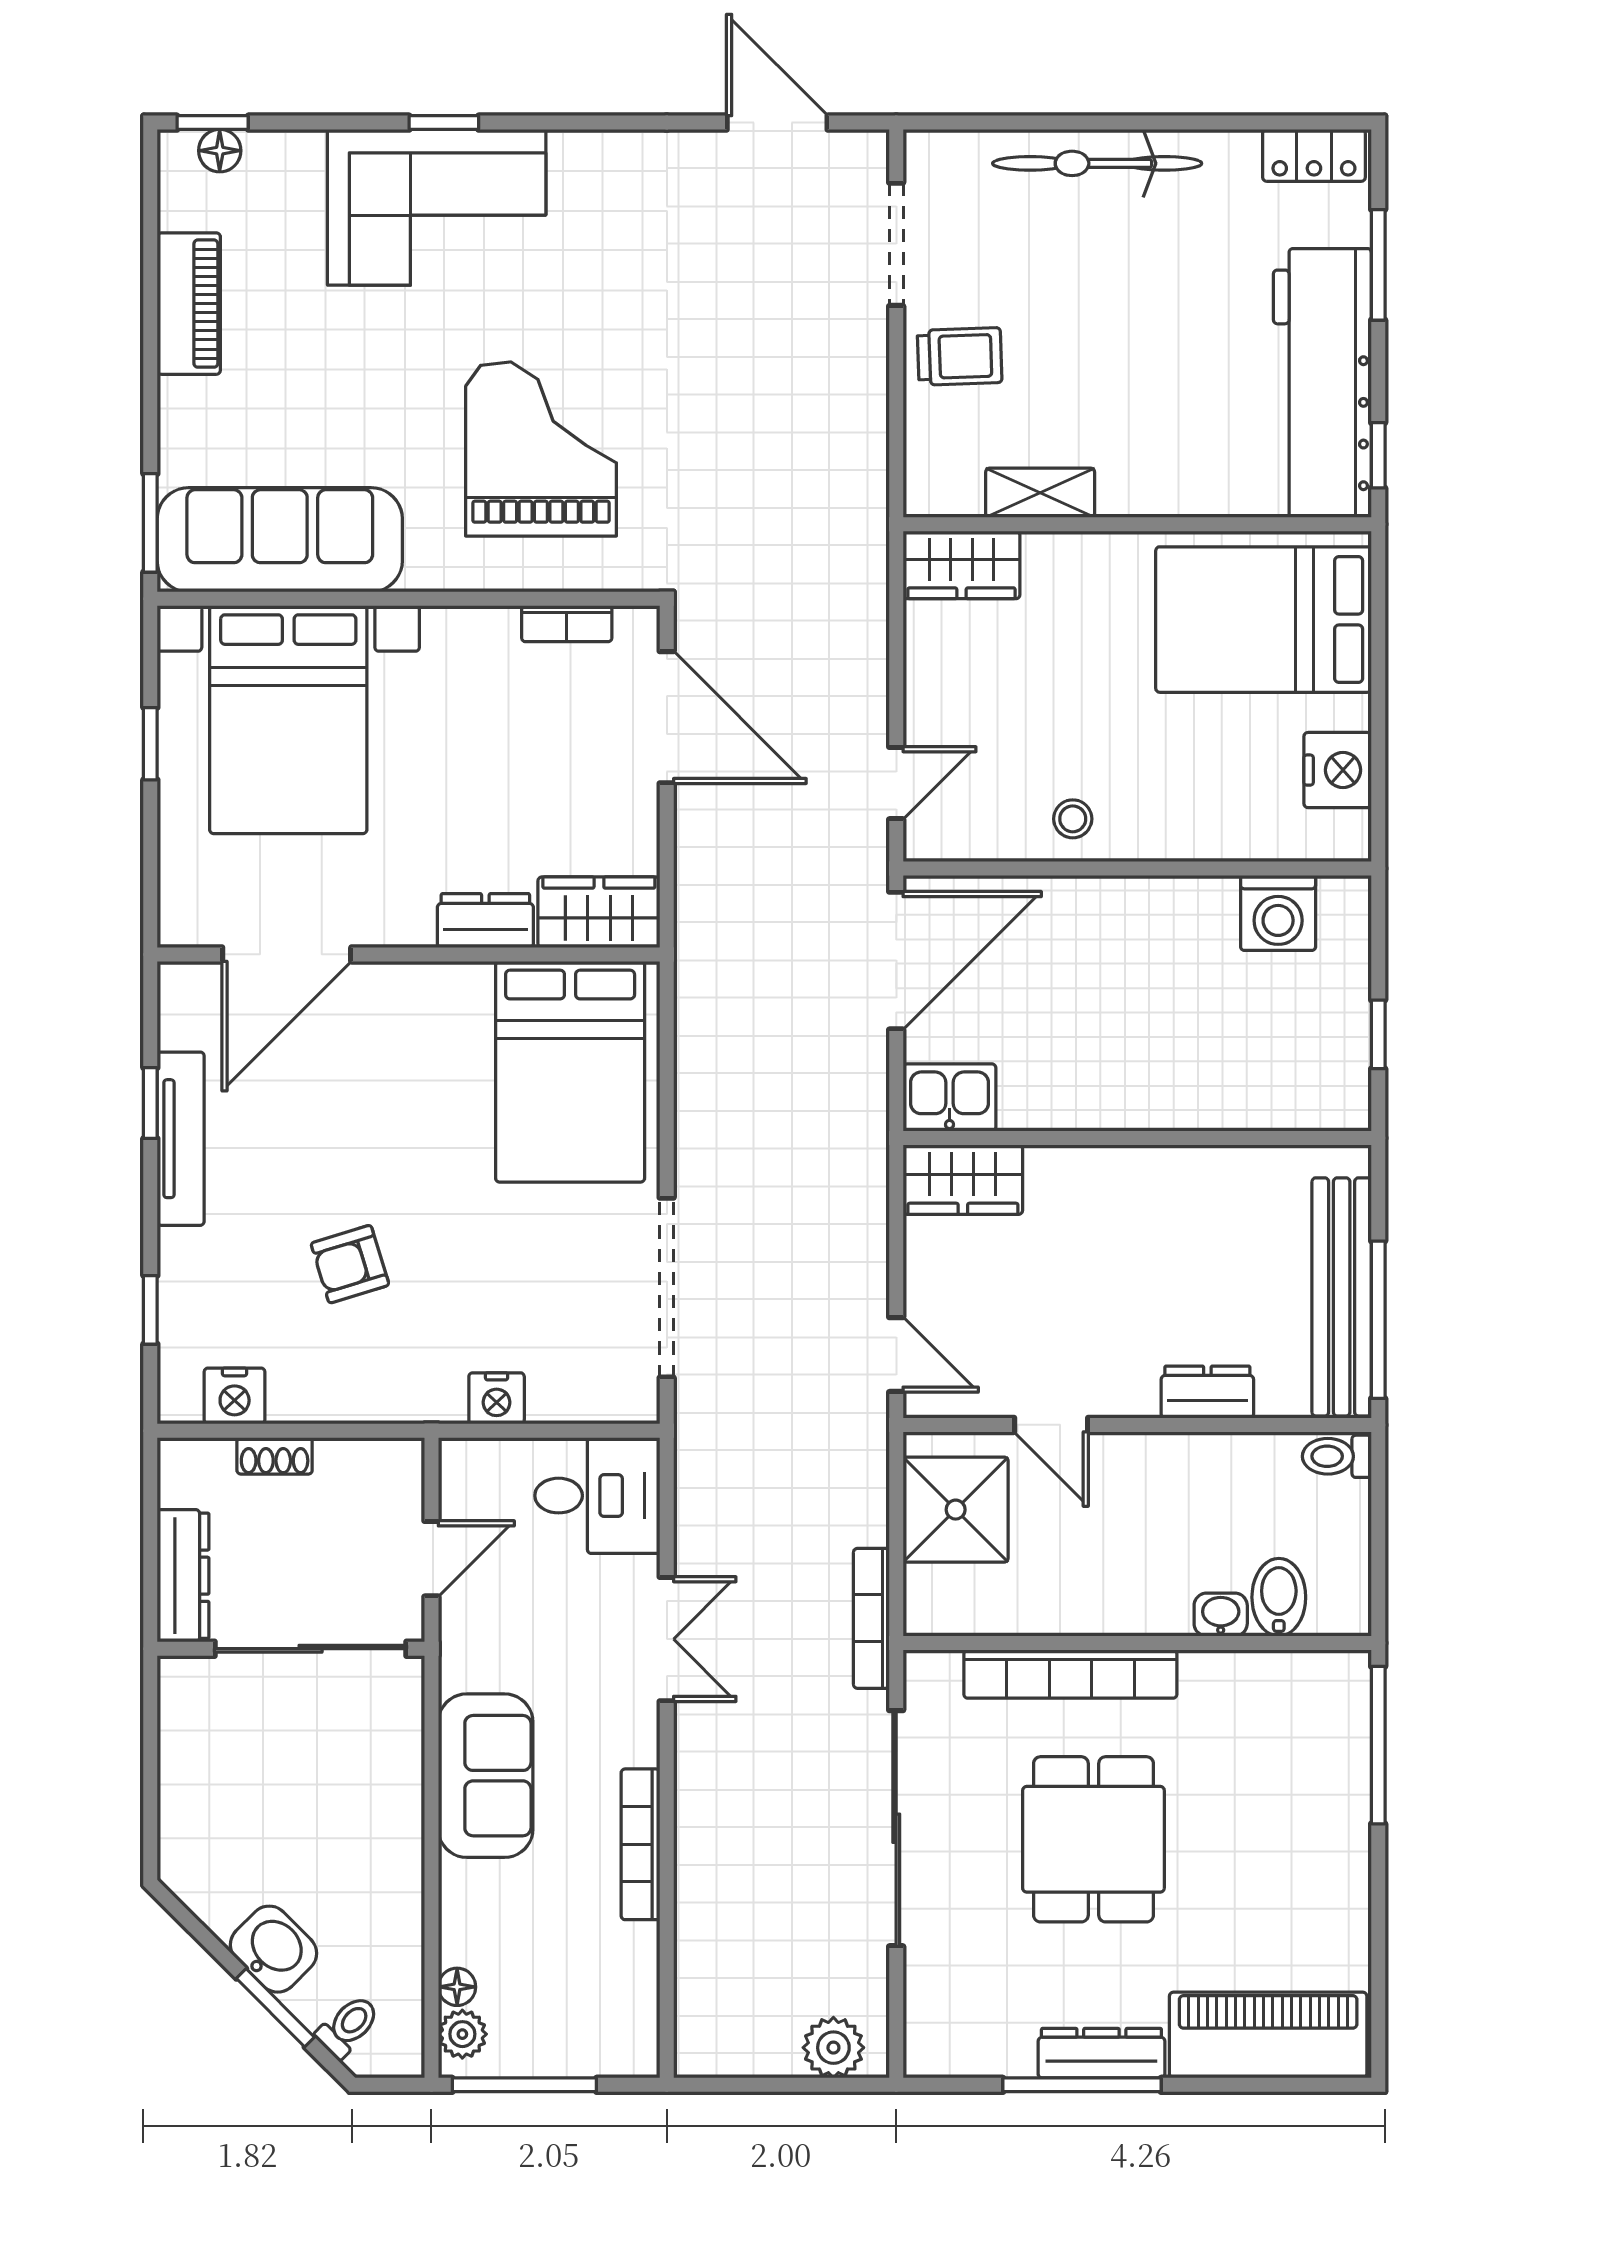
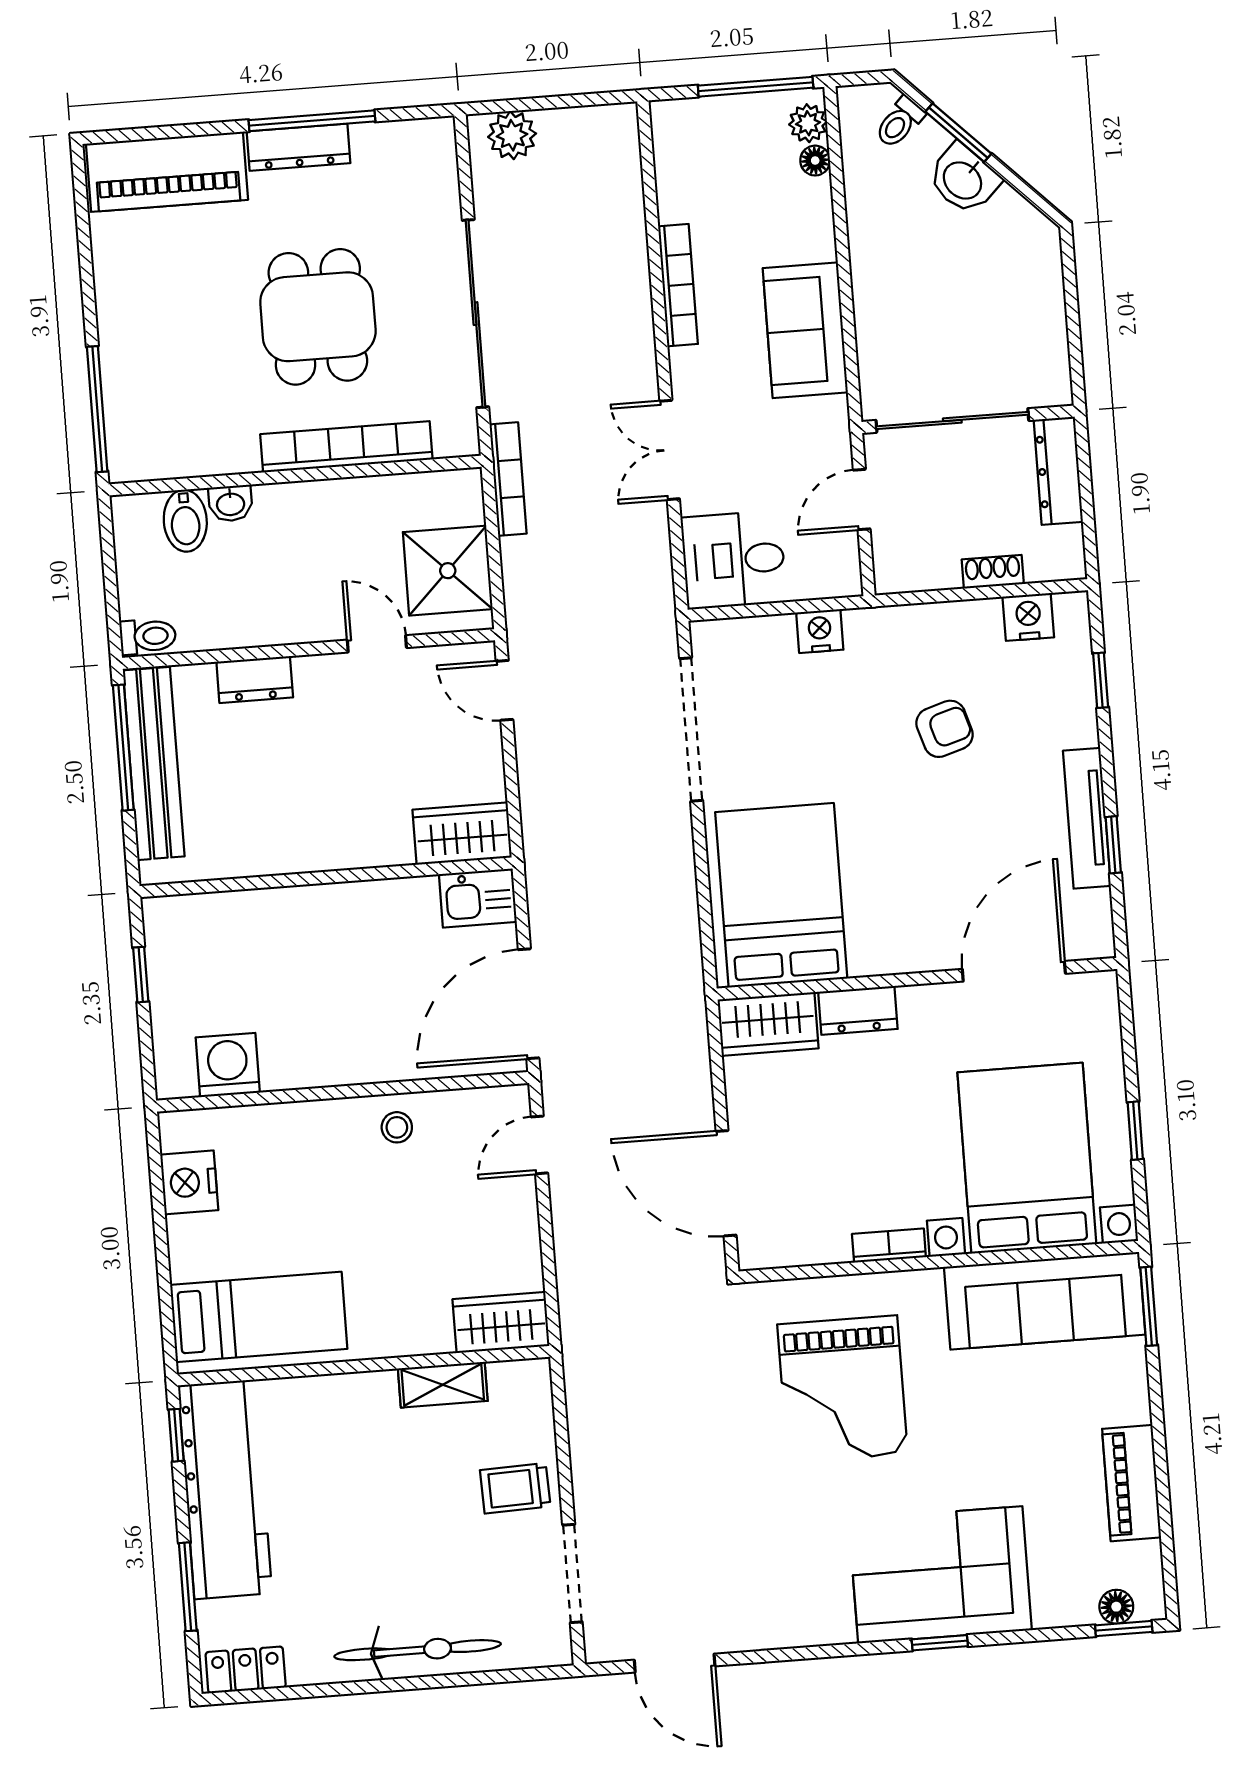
bed: (1264, 620) -> (259, 1317), width x0.67
bookcase: (567, 624) -> (889, 1246), moved

